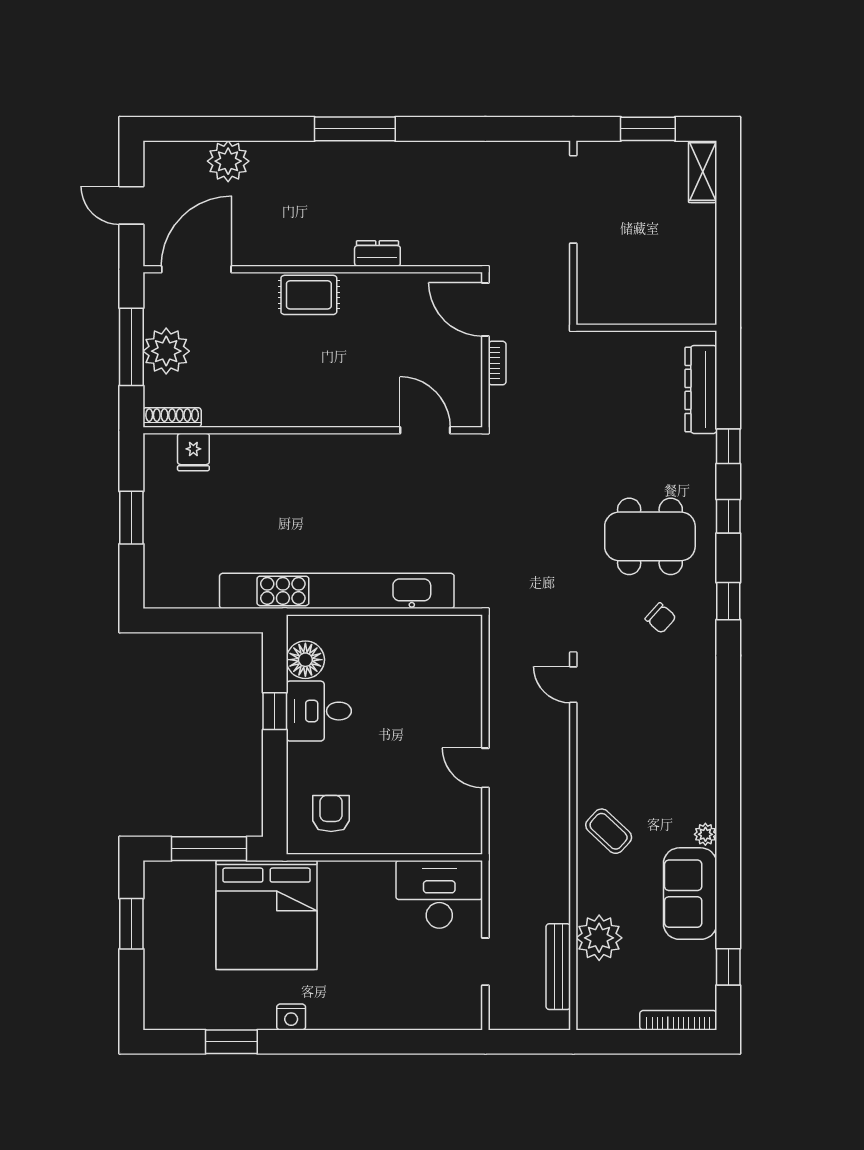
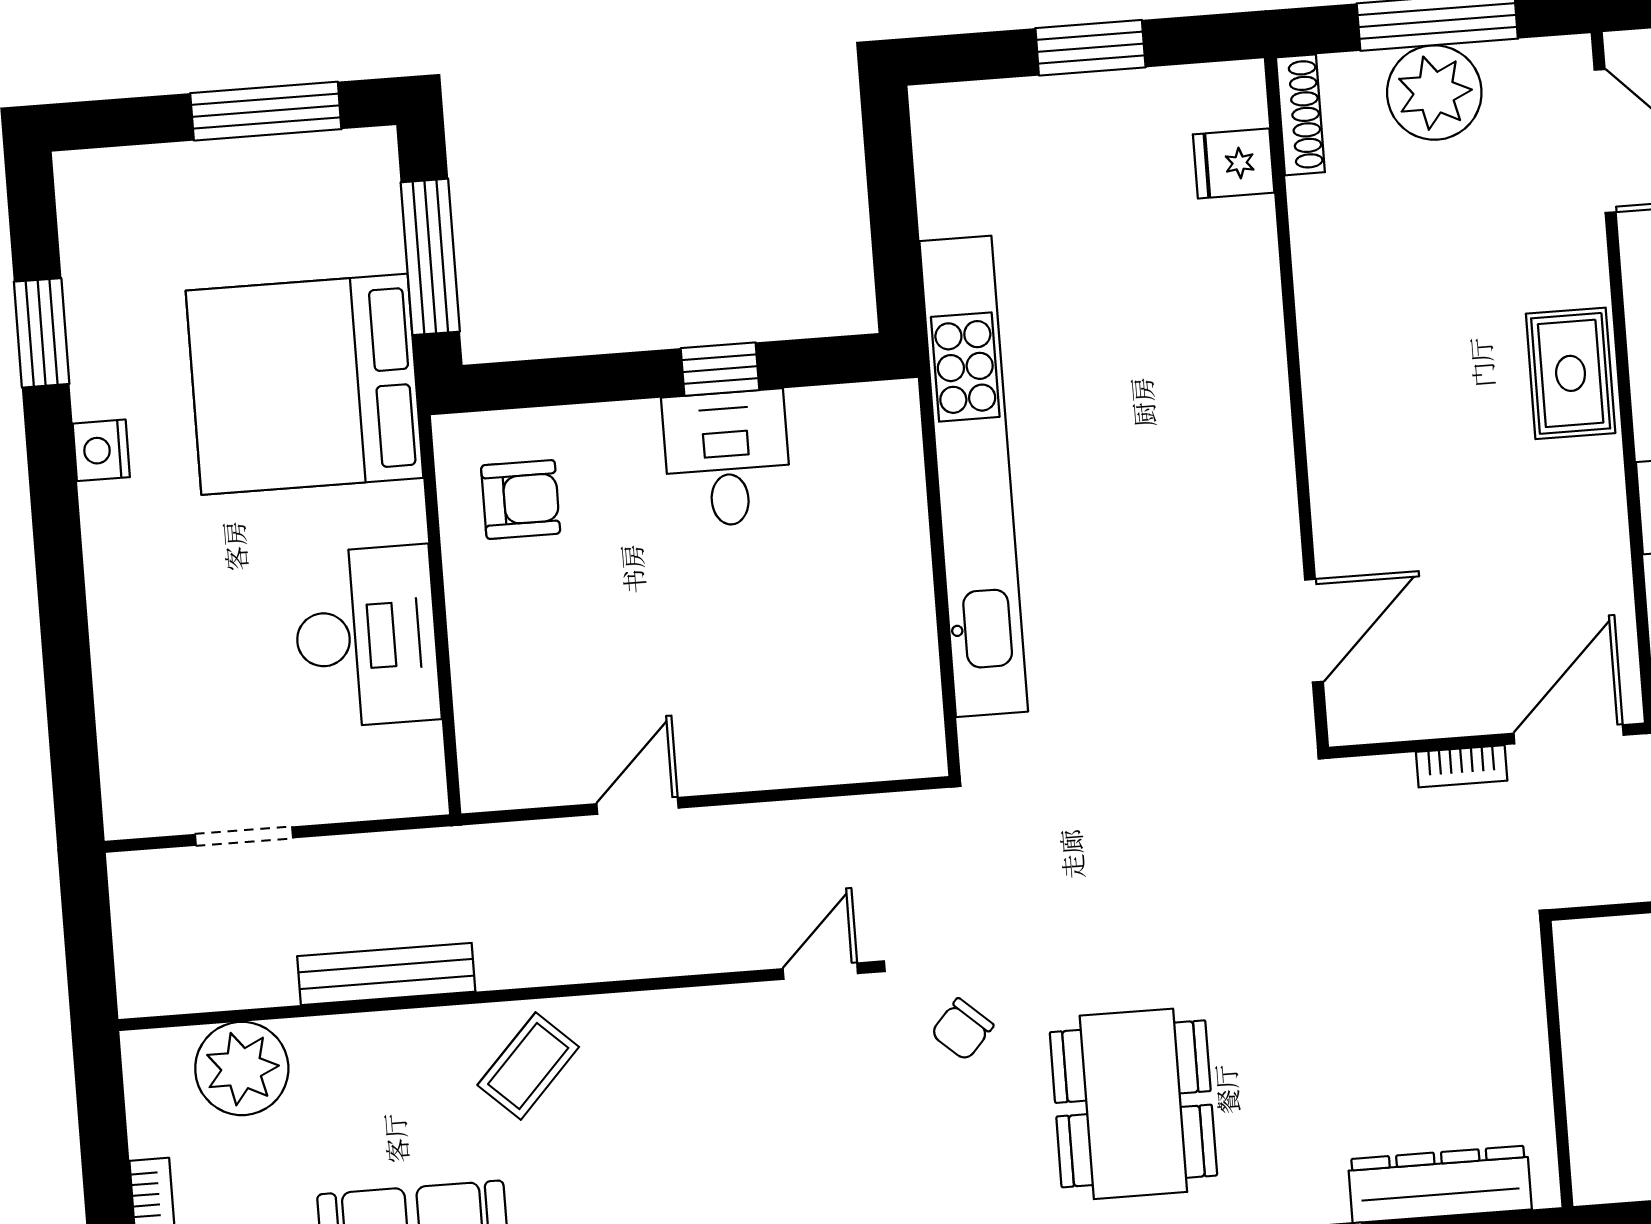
chair: (661, 618) -> (962, 1029), moved
floor lamp: (305, 660) -> (829, 423), removed
desk: (439, 894) -> (366, 637), moved
window: (131, 924) -> (266, 111), width x1.44
plant: (599, 938) -> (242, 1068), moved
bench: (558, 967) -> (386, 974), moved

